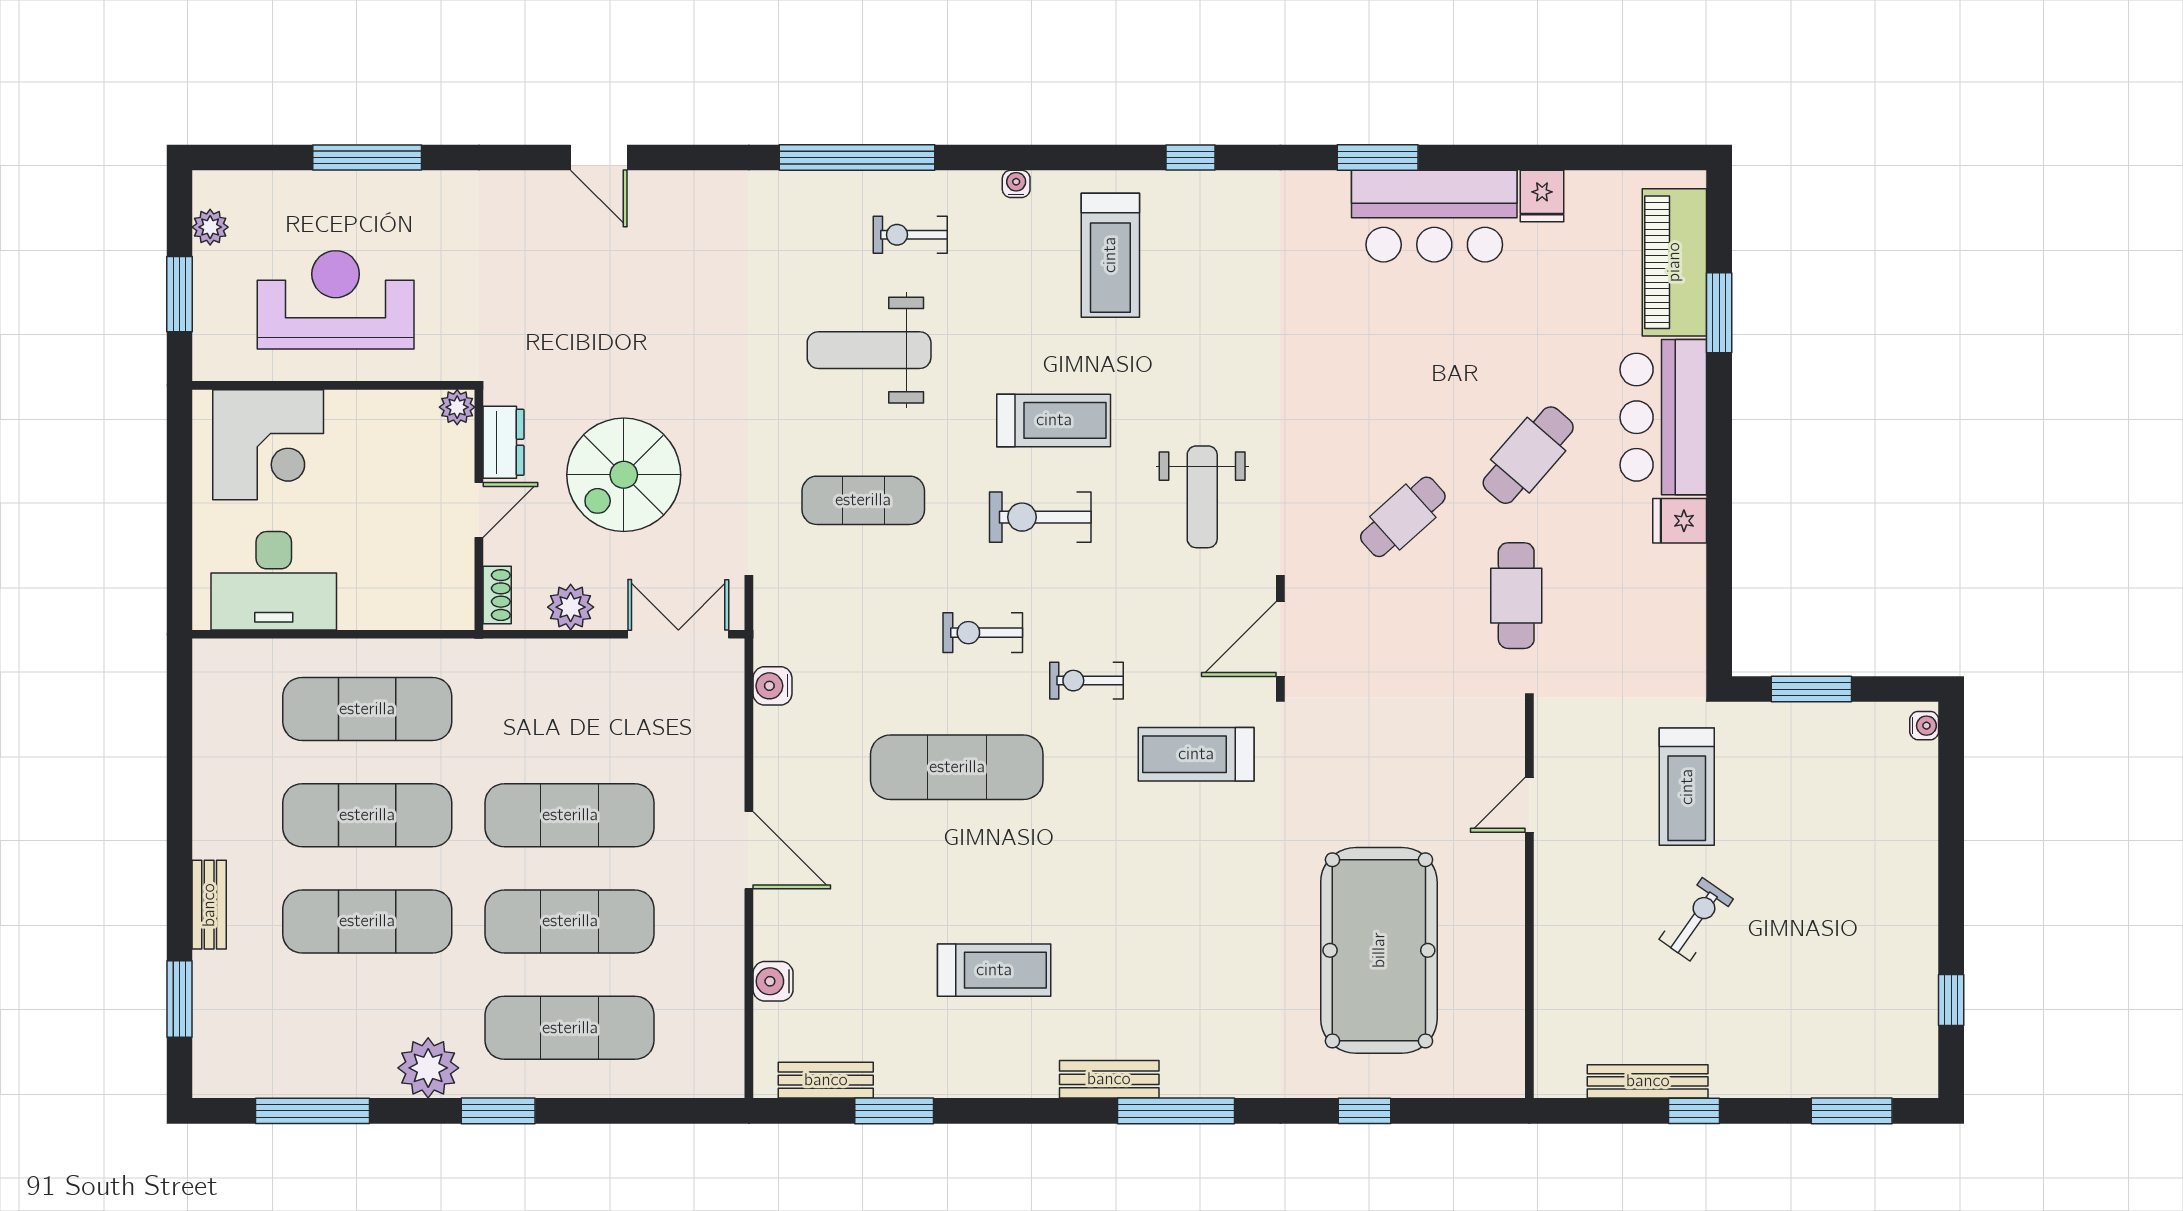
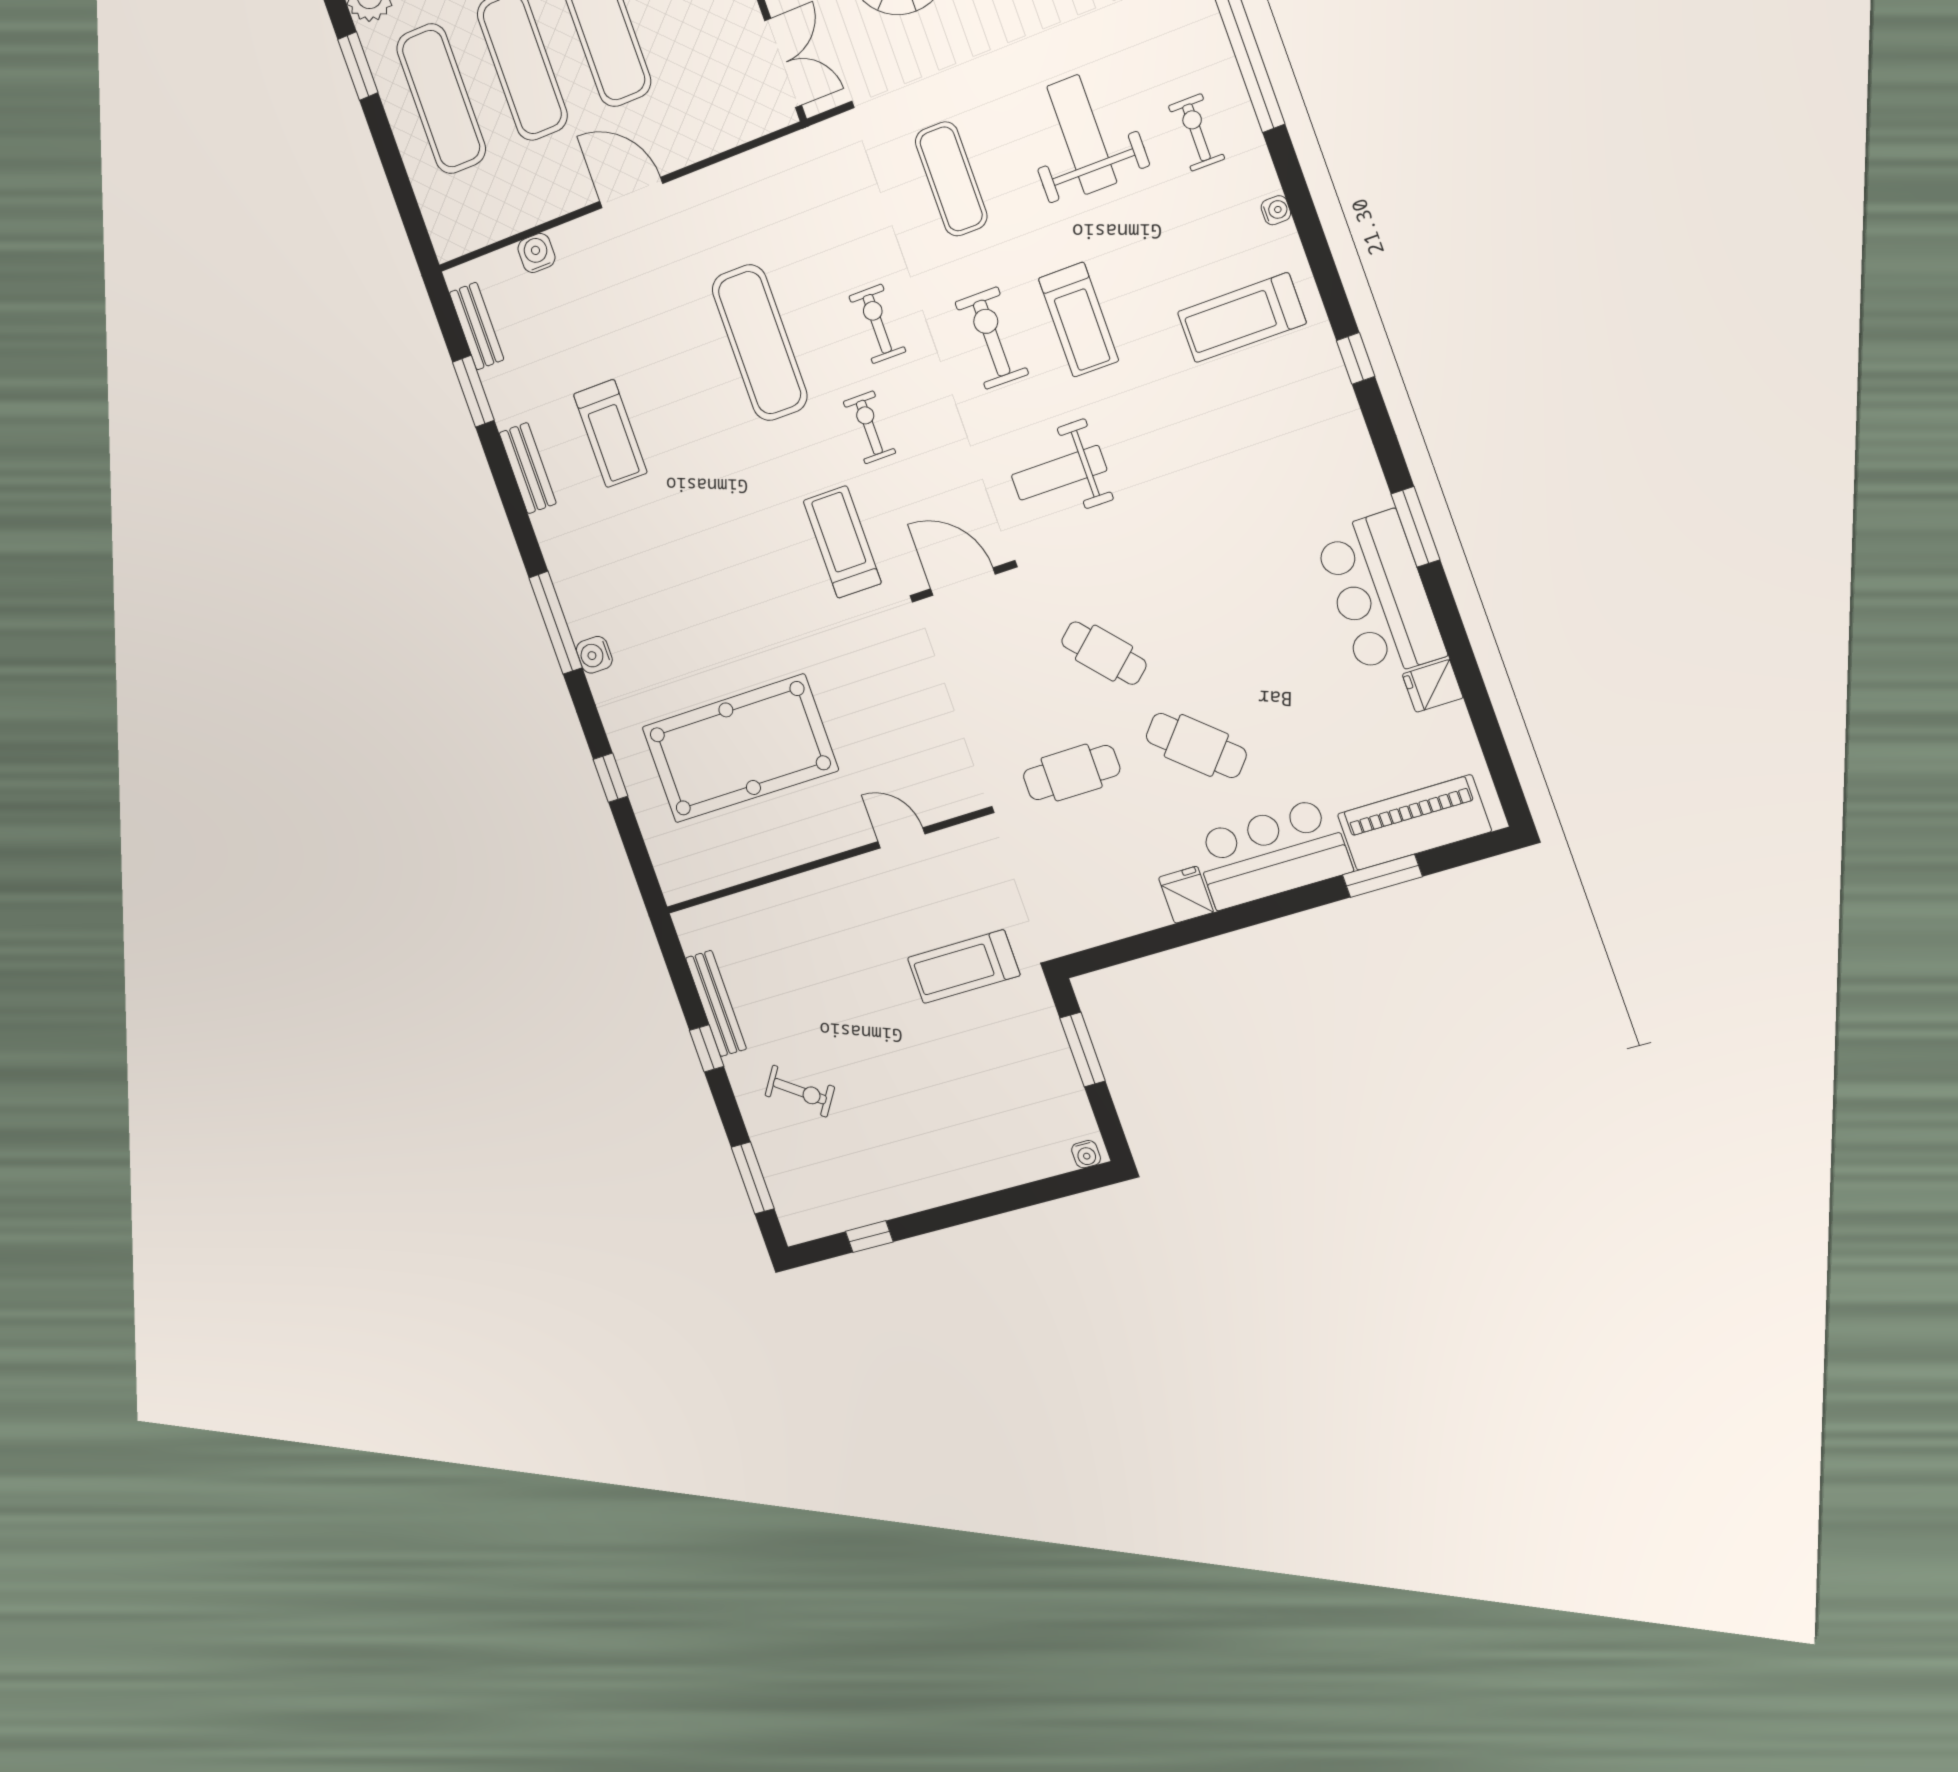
water cooler: (772, 686) -> (594, 655), moved, turned -90
door: (749, 850) -> (631, 192), swing flipped
exercise bike: (1696, 919) -> (800, 1091), moved
bench: (1109, 1079) -> (528, 468), moved

